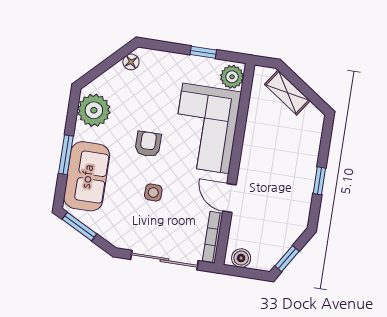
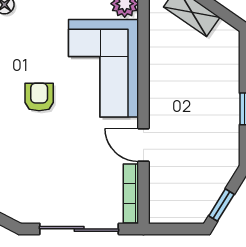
side table: (153, 192) -> (54, 152), removed
boiler: (241, 258) -> (168, 213), removed

